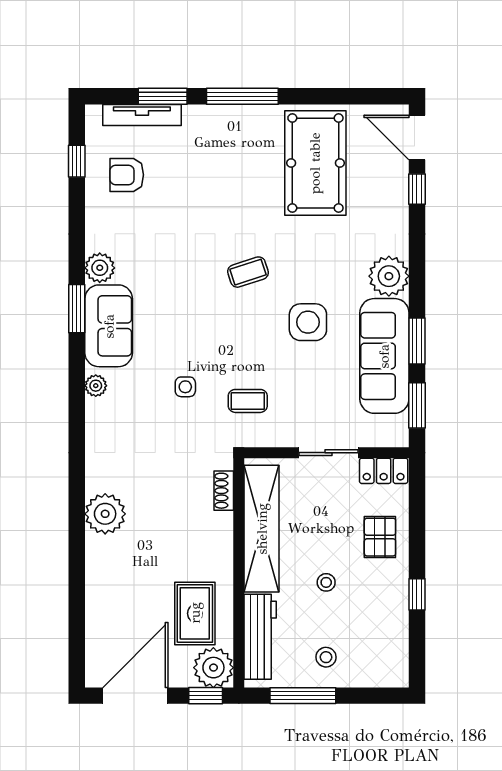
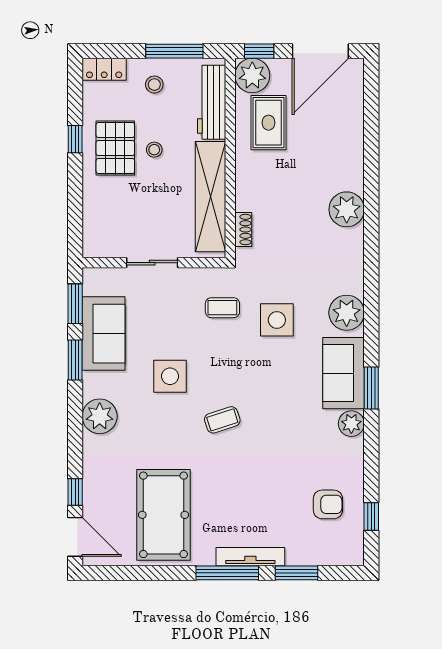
tv unit: (142, 115) -> (250, 557), moved
sofa: (384, 356) -> (103, 334), width x0.73
plant: (96, 386) -> (347, 313), width x1.88, depth x1.88
side table: (185, 387) -> (277, 320), width x1.87, depth x1.87
locker: (384, 471) -> (104, 69), moved, turned 180
pallet: (380, 537) -> (115, 148), moved, width x1.50, depth x1.42

